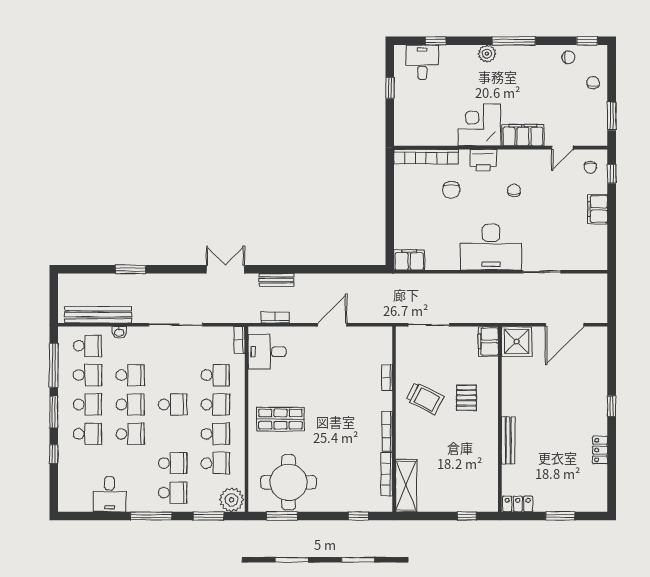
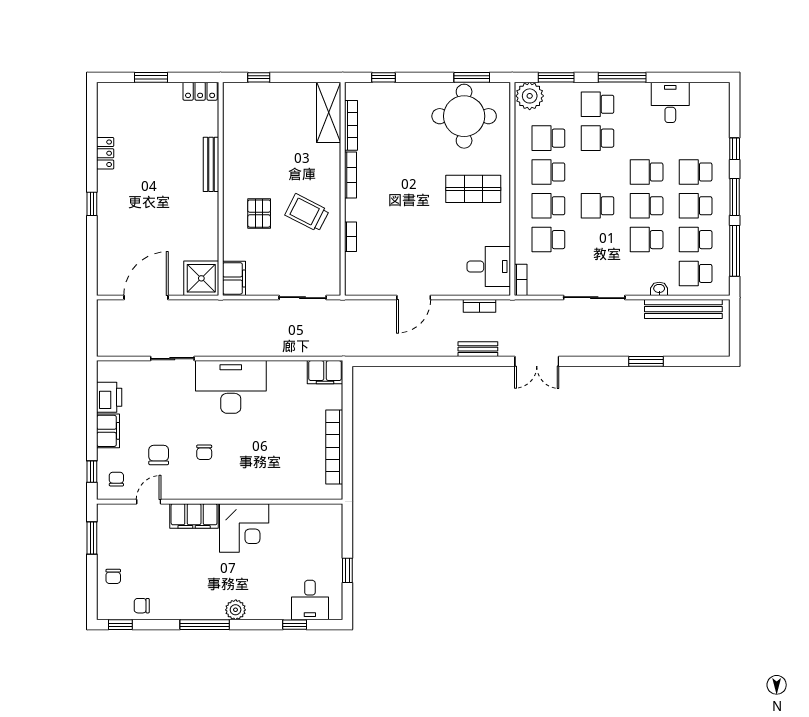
bookcase: (426, 157) -> (334, 447), moved, turned -90
printer: (483, 160) -> (109, 397), moved, turned 90
chair: (451, 190) -> (159, 455), moved

